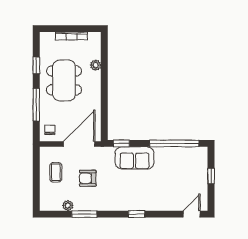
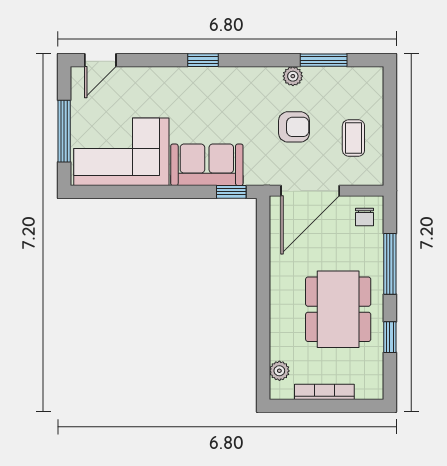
plant: (96, 65) -> (279, 371), moved
window: (174, 143) -> (133, 192), removed
corner sofa: (180, 165) -> (121, 152), added
window: (211, 176) -> (64, 131), width x2.17
plant: (68, 205) -> (293, 76), moved
window: (84, 214) -> (324, 60), moved

